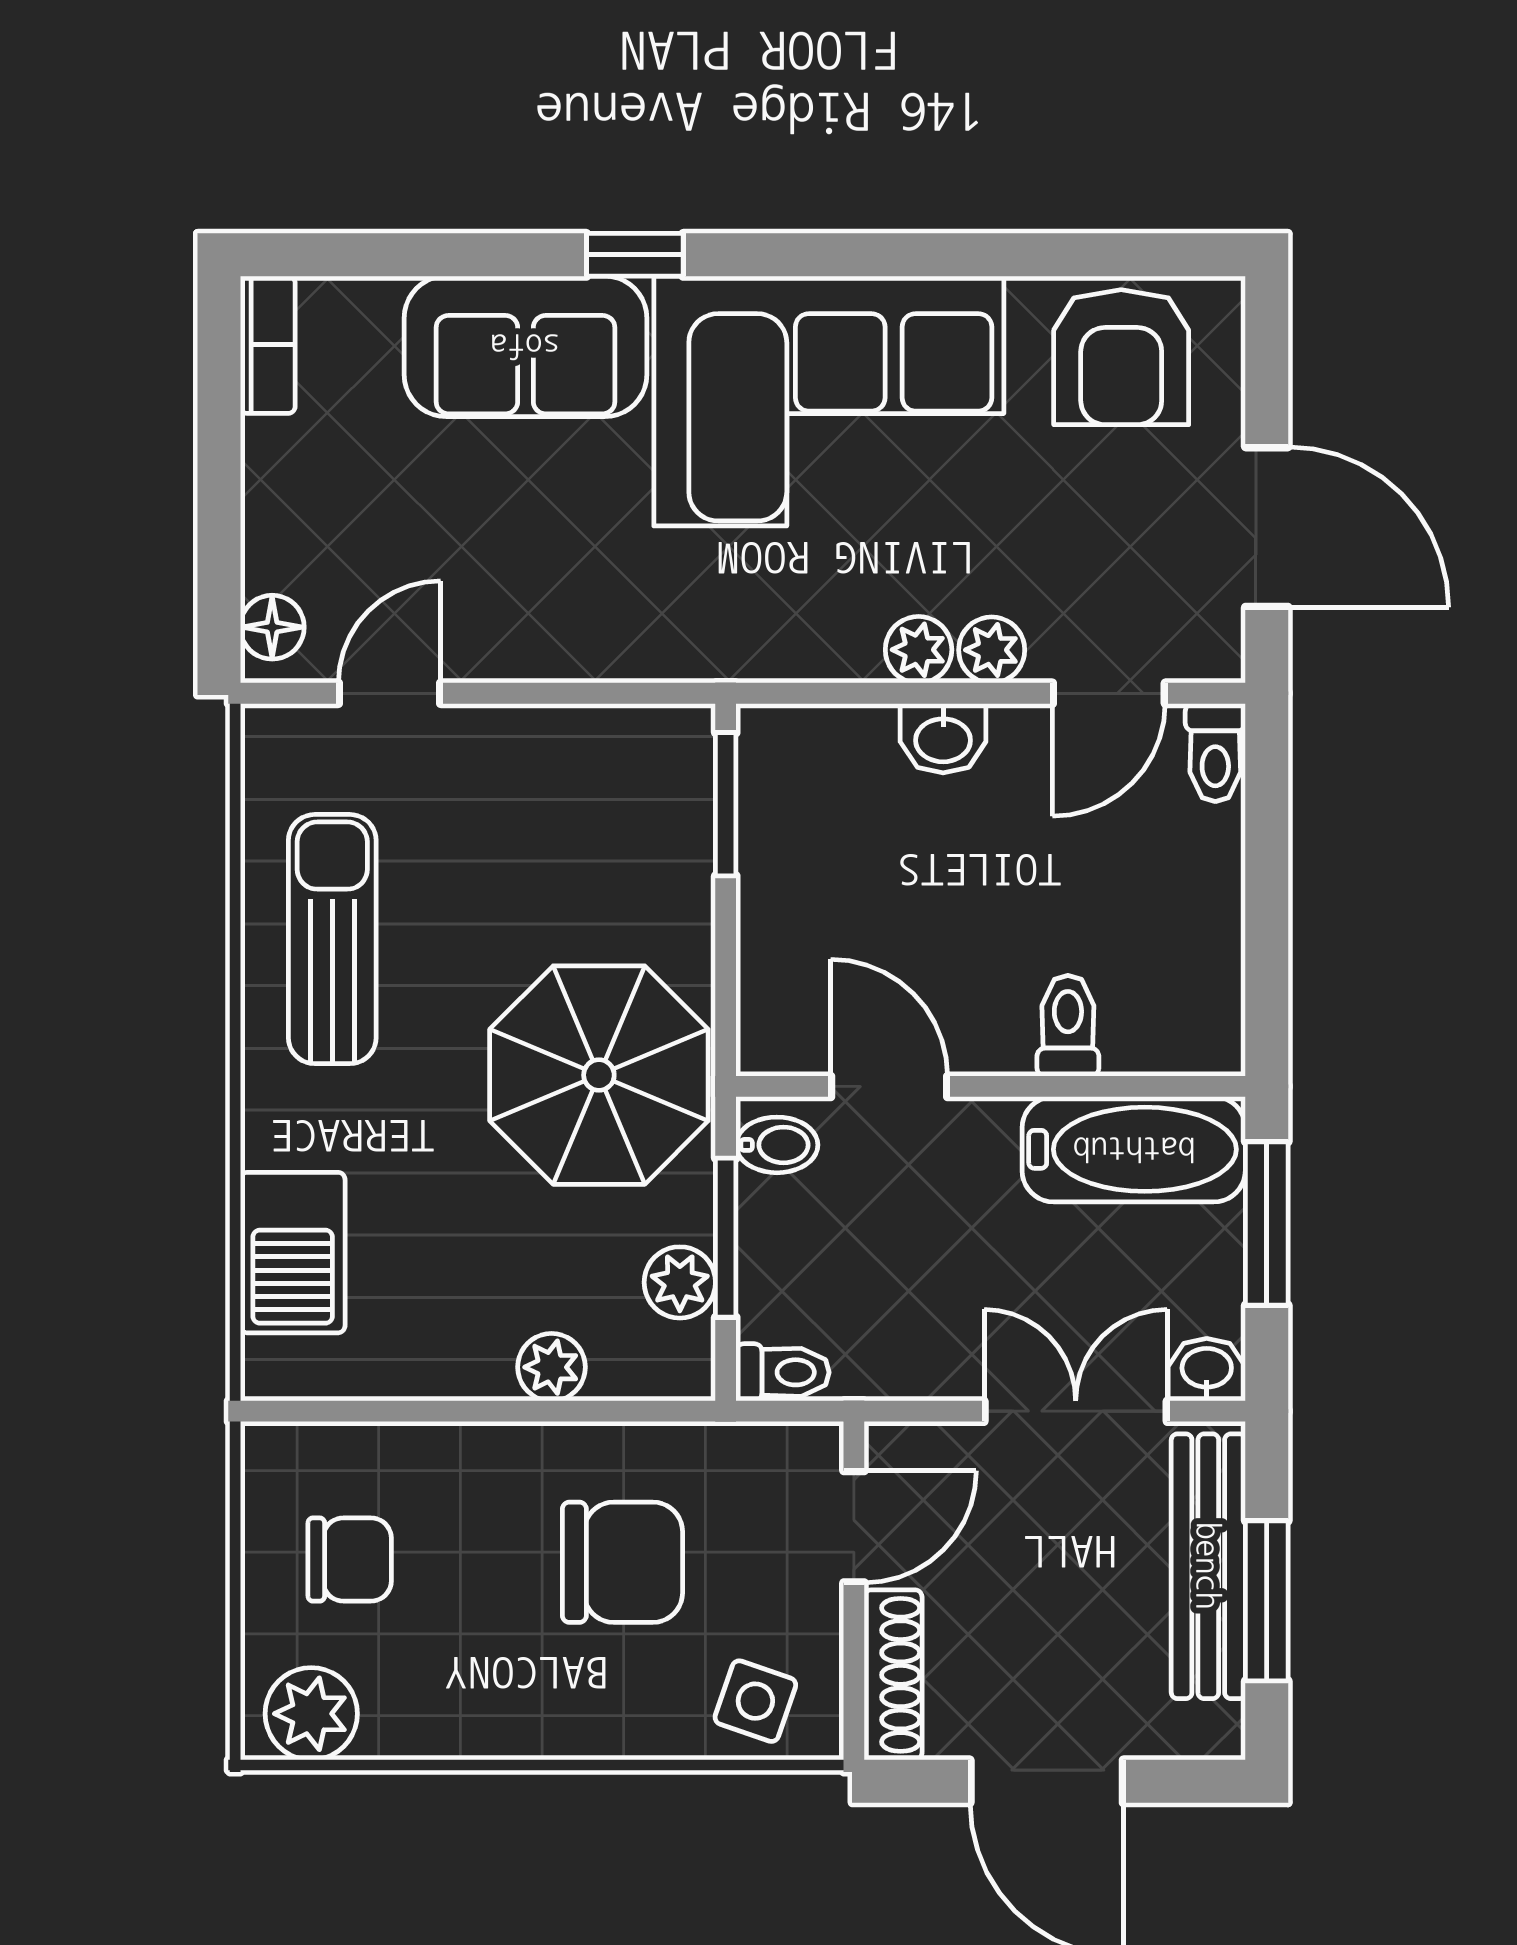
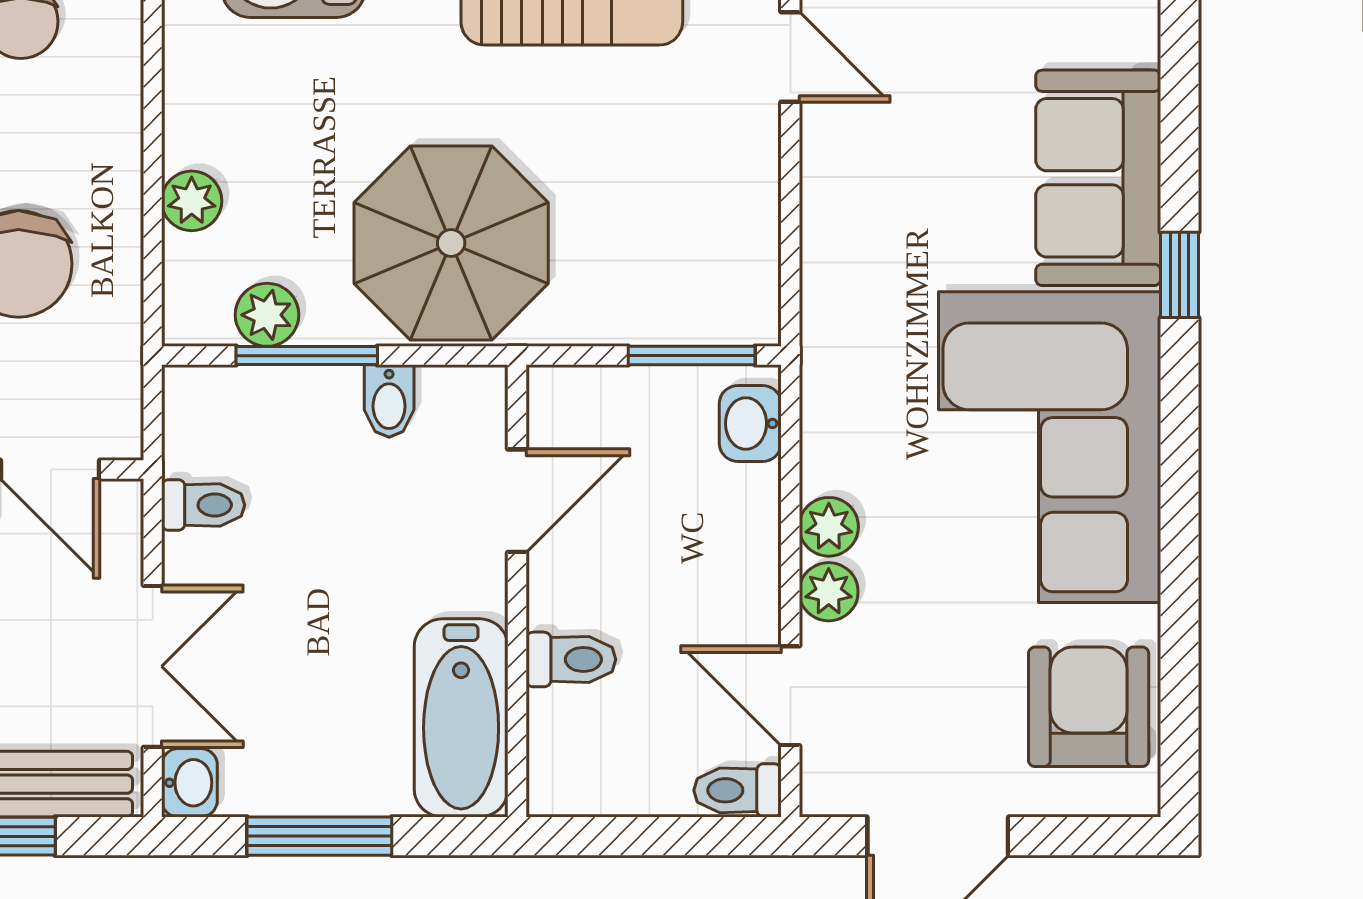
armchair: (1121, 357) -> (1089, 707), turned 90
washbasin: (943, 738) -> (750, 423), moved
toilet: (1068, 1026) -> (571, 659), moved
door: (889, 1086) -> (517, 501), moved
wall: (991, 1086) -> (517, 591), moved
bathtub: (1134, 1149) -> (461, 718), moved
toilet: (783, 1372) -> (203, 505), moved, turned -90

